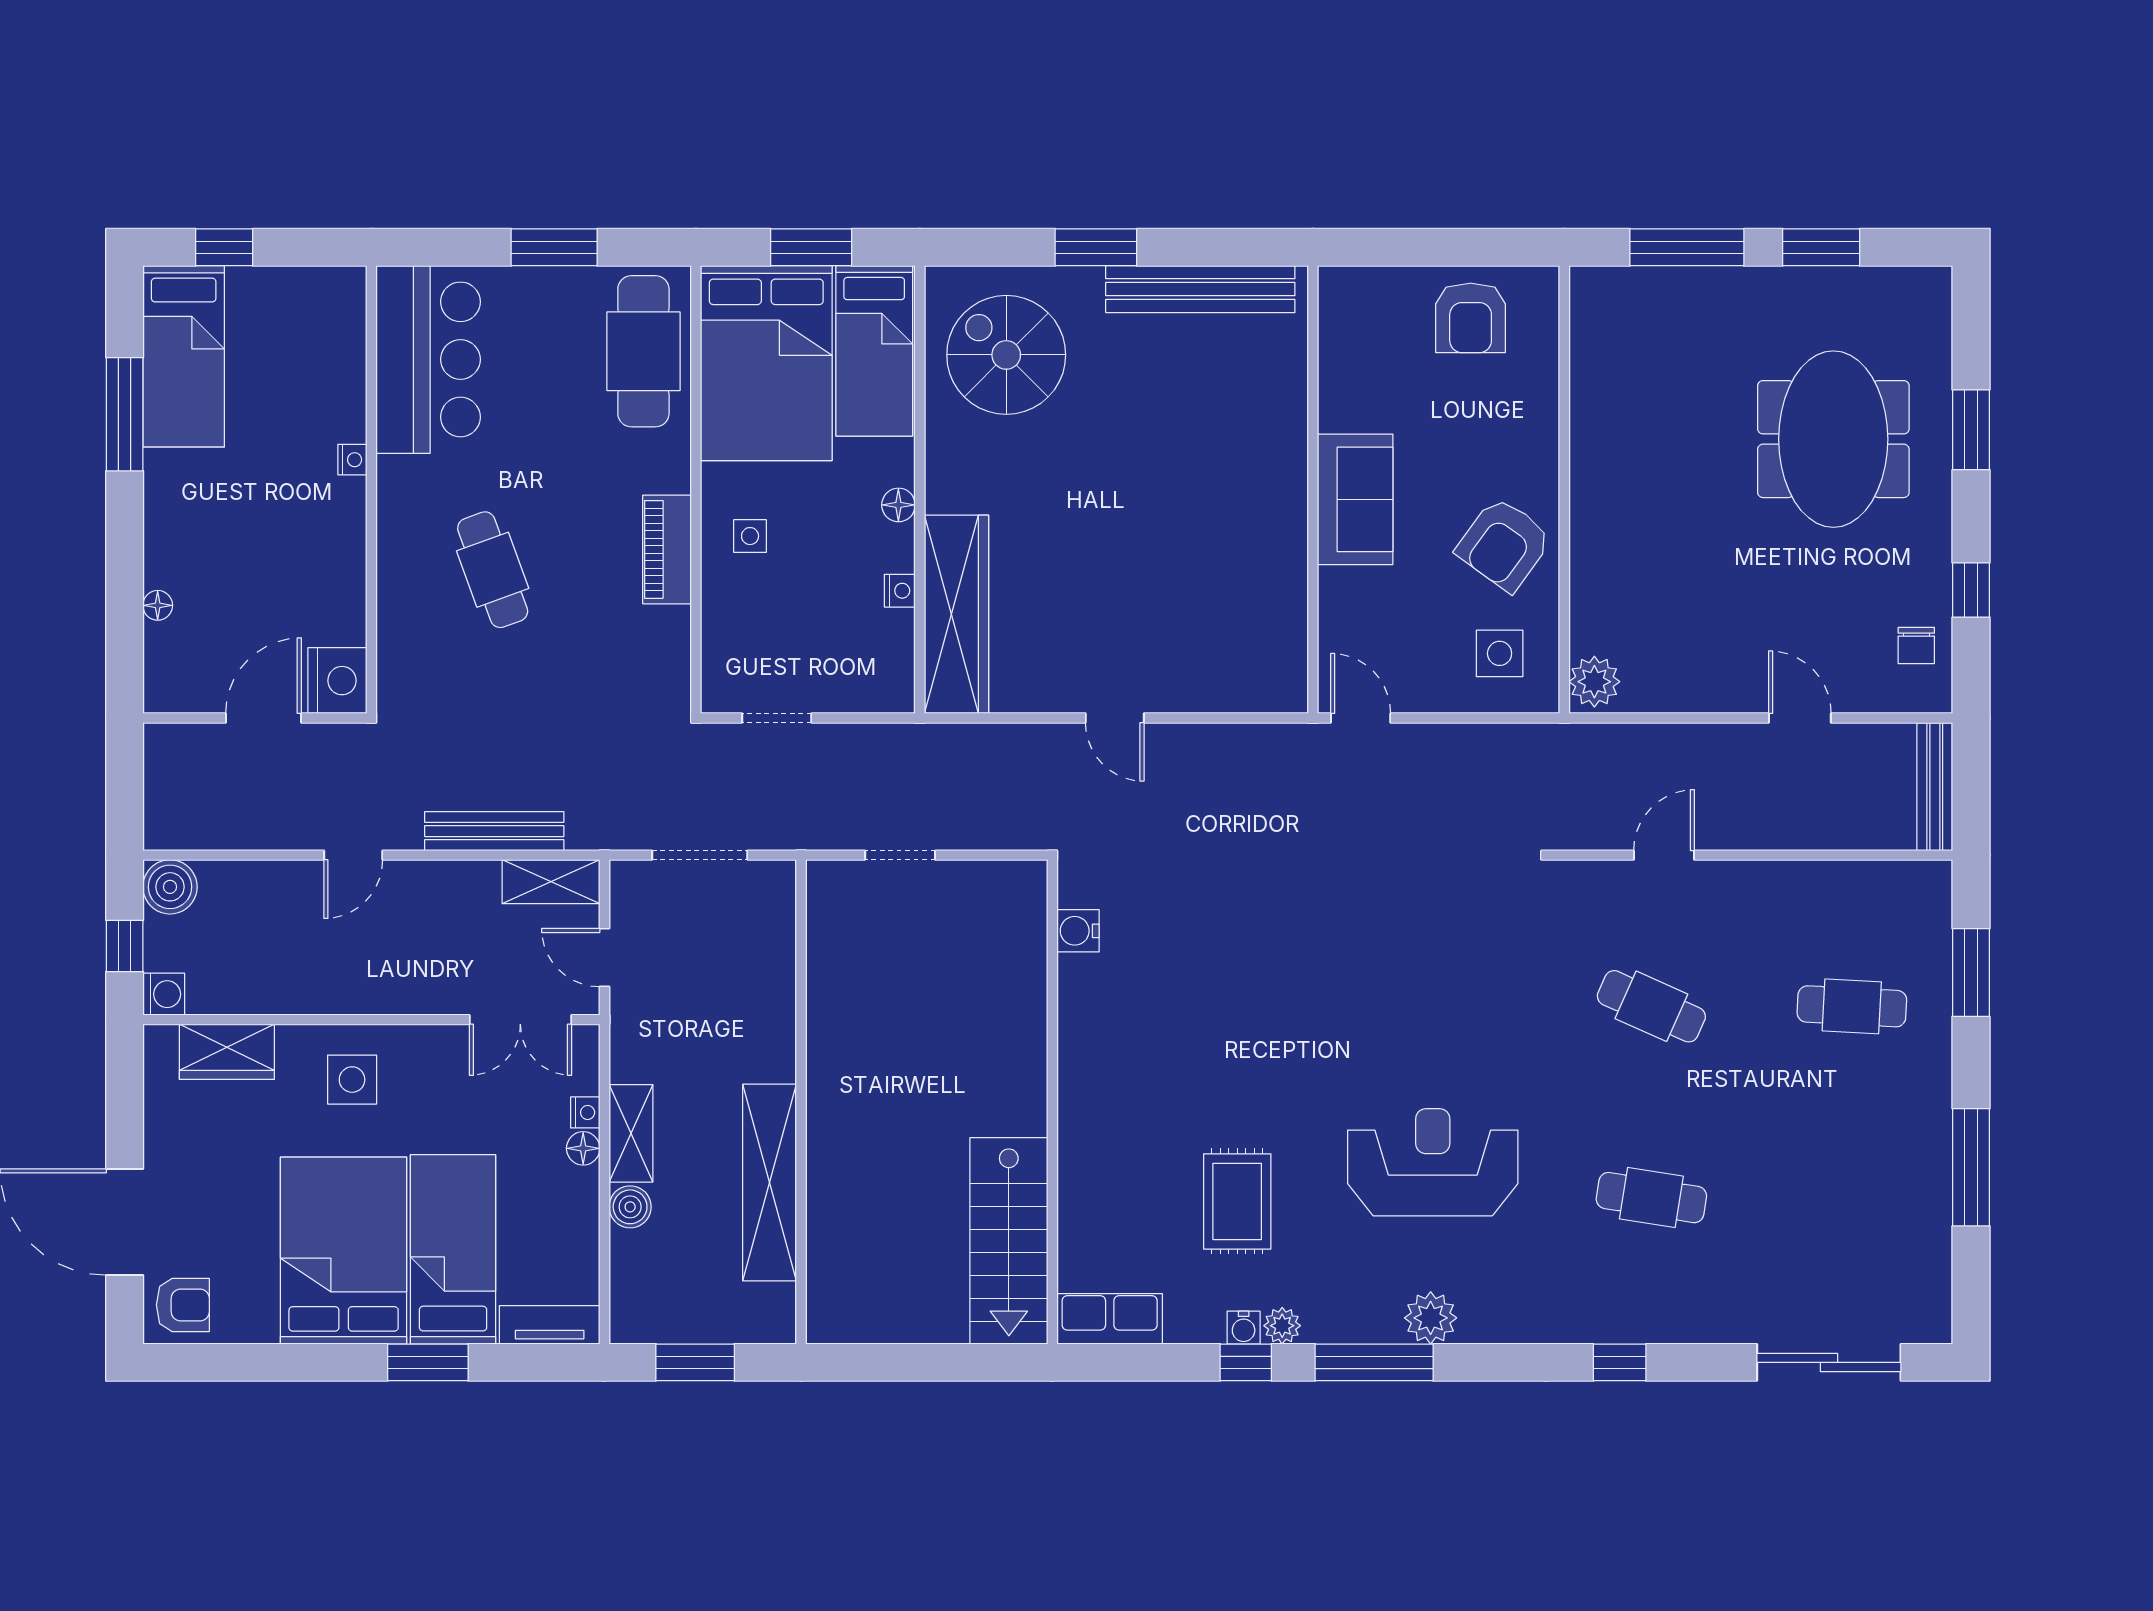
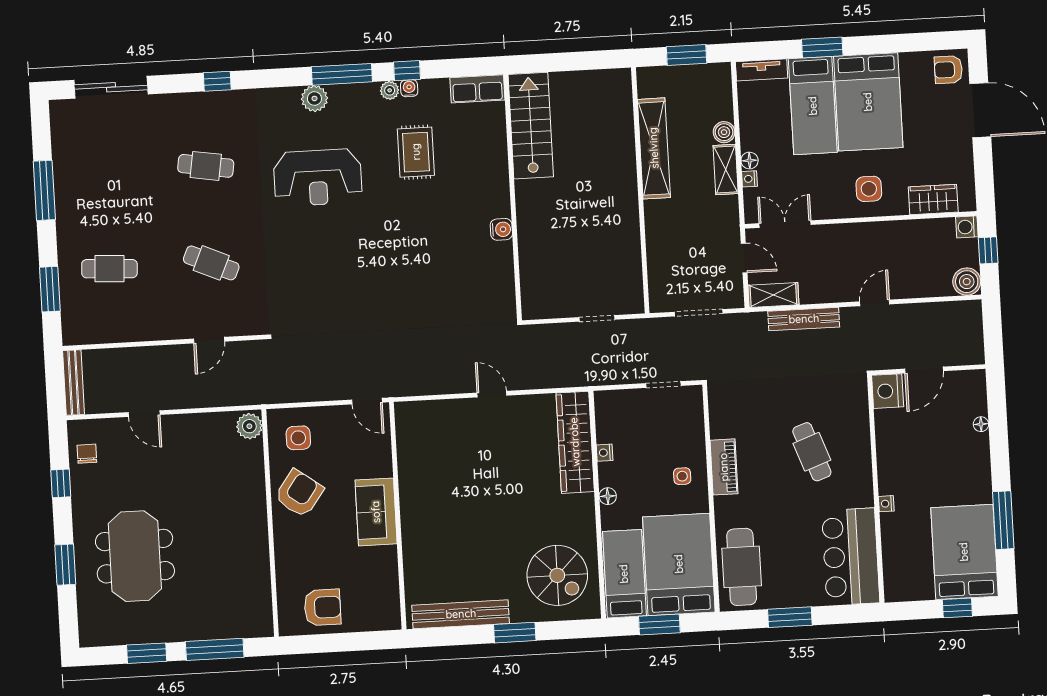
armchair: (1471, 318) -> (323, 607), turned 90
bed: (184, 356) -> (964, 552), width x1.50
water cooler: (1078, 931) -> (501, 229), moved

